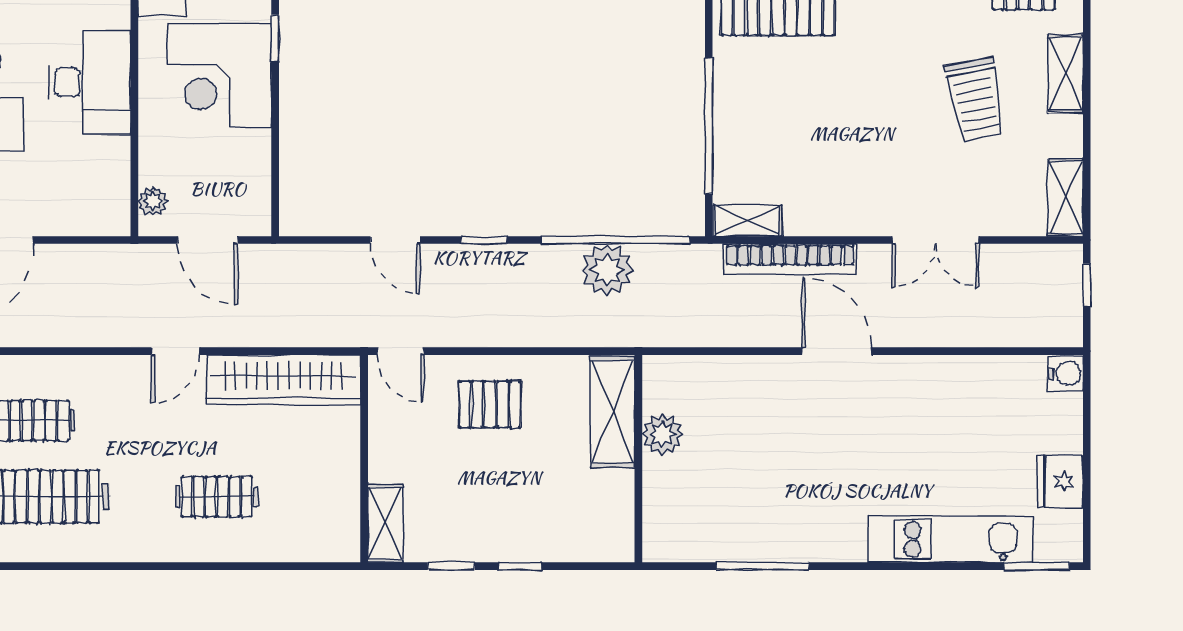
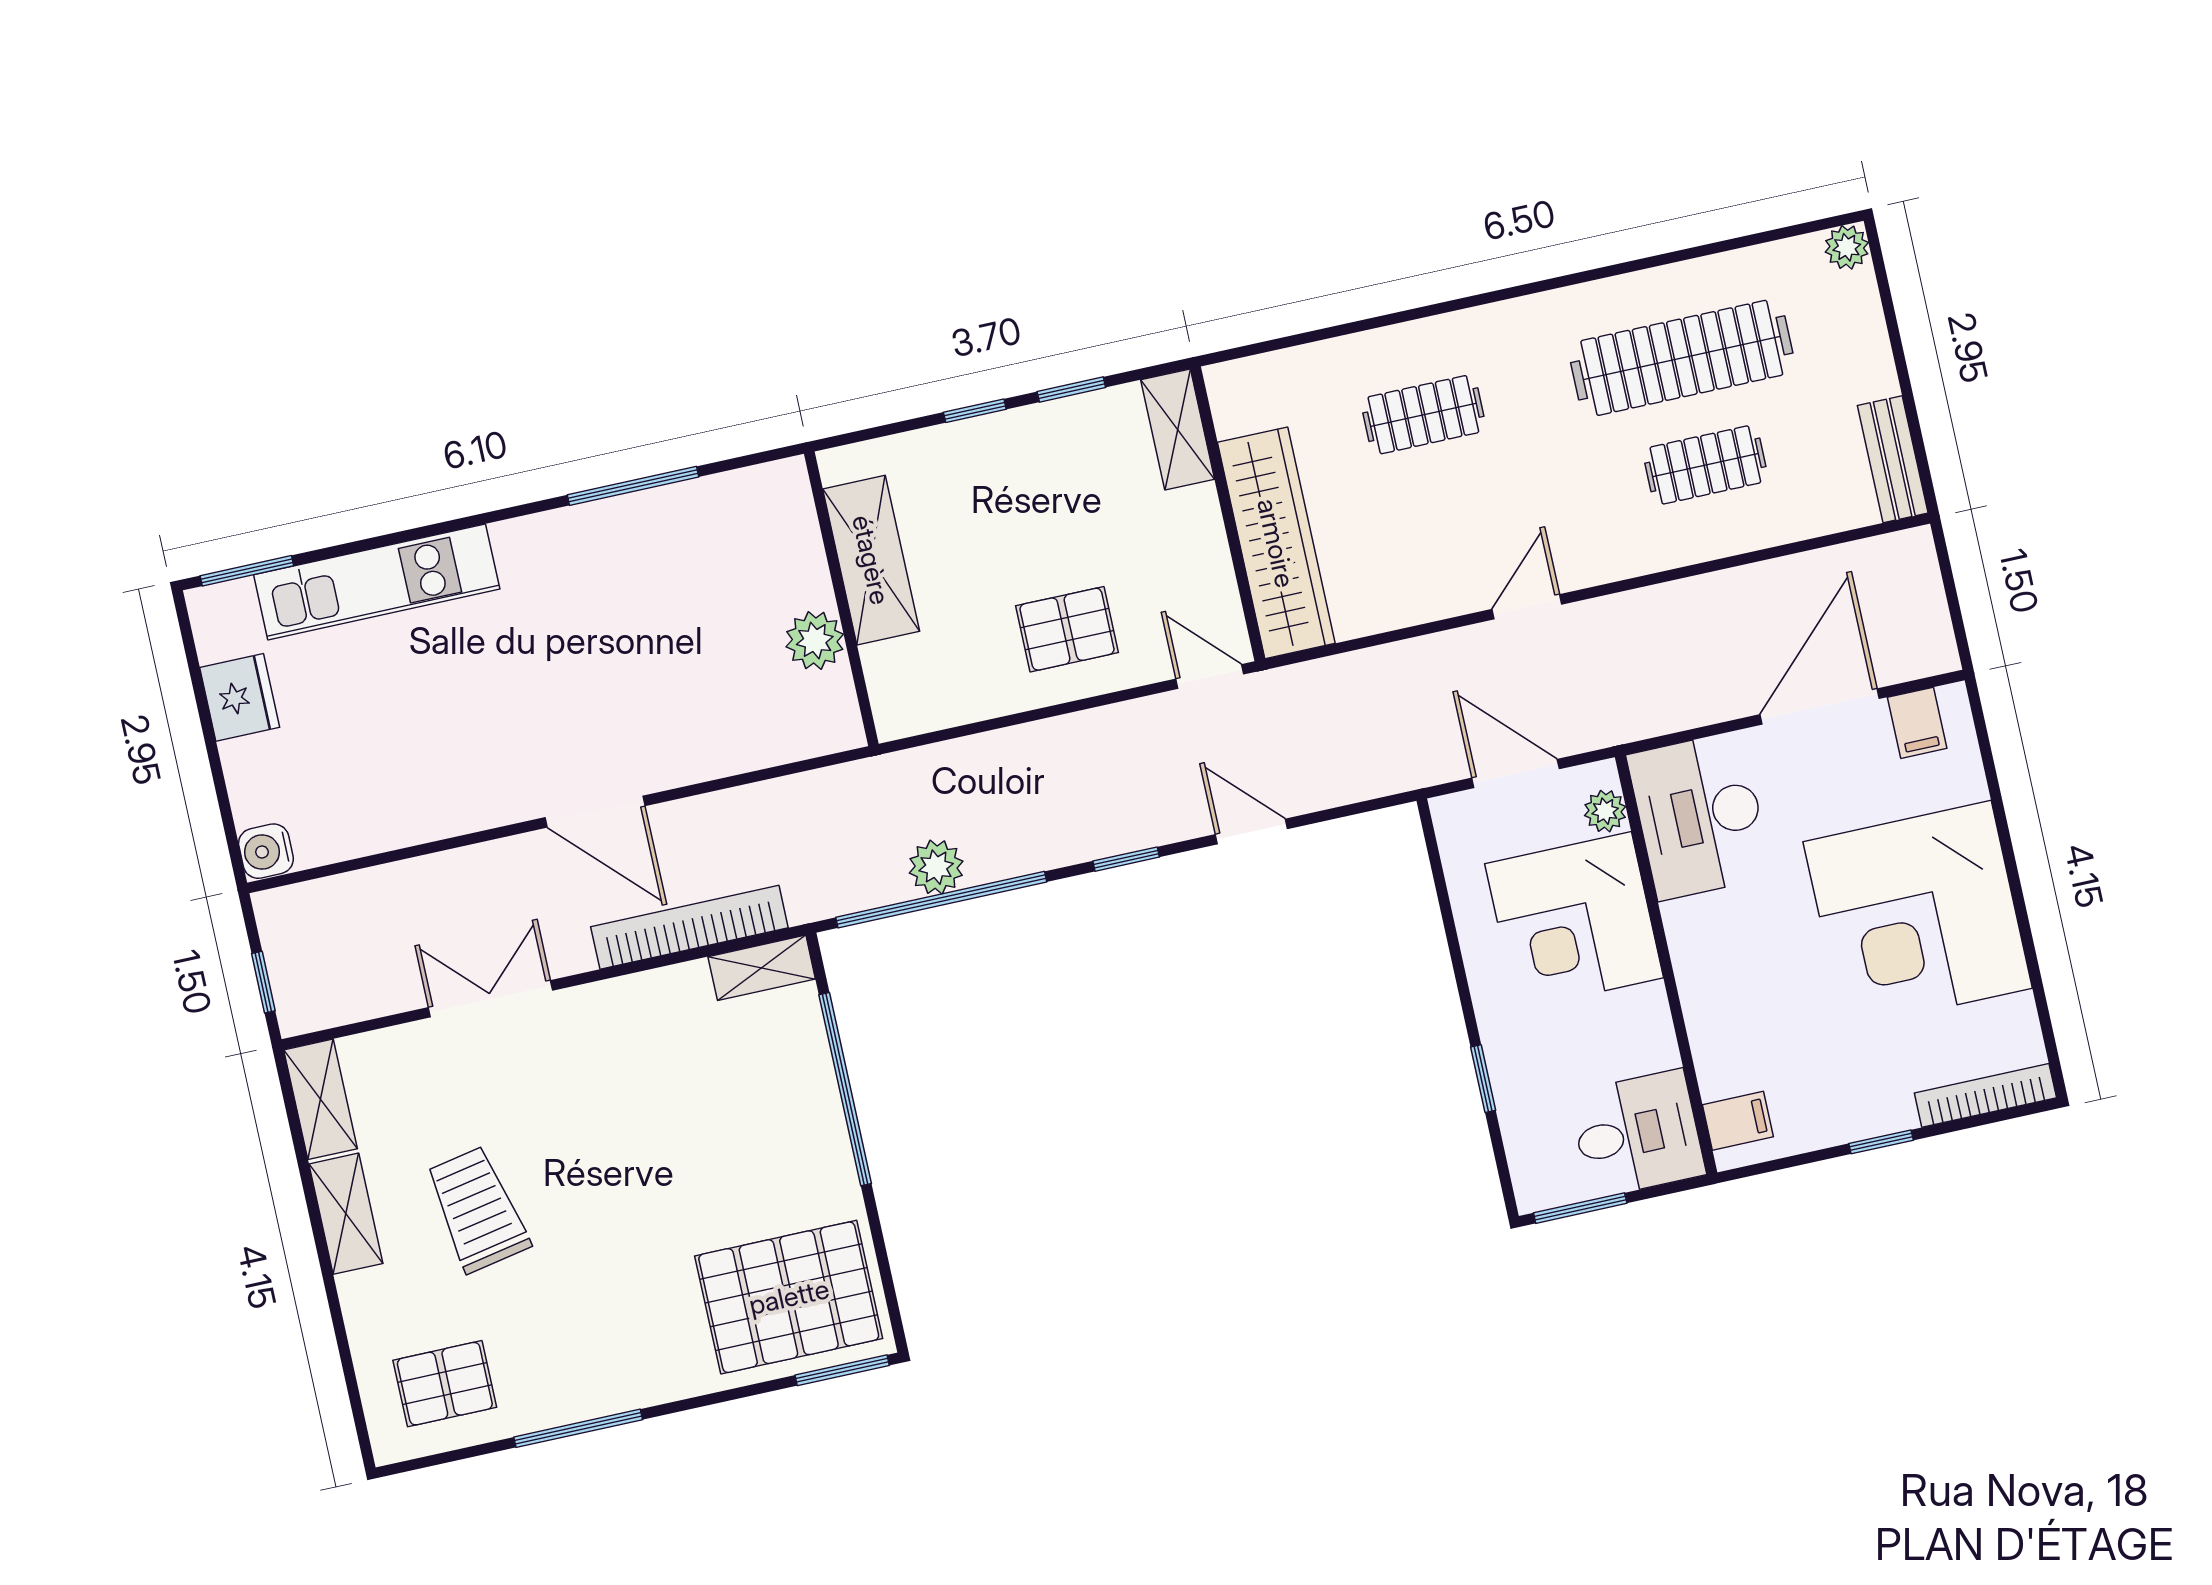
shelving: (1065, 74) -> (346, 1214), moved
corner desk: (219, 75) -> (1574, 921), moved, turned 180
desk: (89, 82) -> (1700, 816), moved
plant: (607, 270) -> (936, 867), width x0.73, depth x0.73
wardrobe: (283, 380) -> (1276, 543), moved, turned 90
shelving: (612, 412) -> (871, 560), moved

